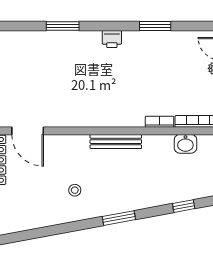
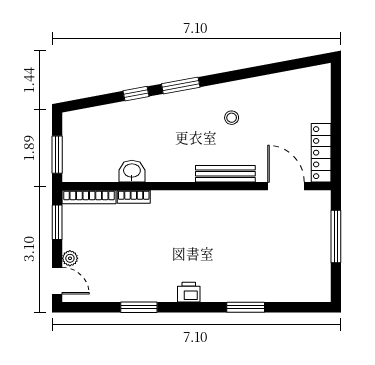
bench: (116, 142) -> (225, 174), moved
washbasin: (185, 144) -> (132, 171), moved
window: (184, 206) -> (136, 94), moved

